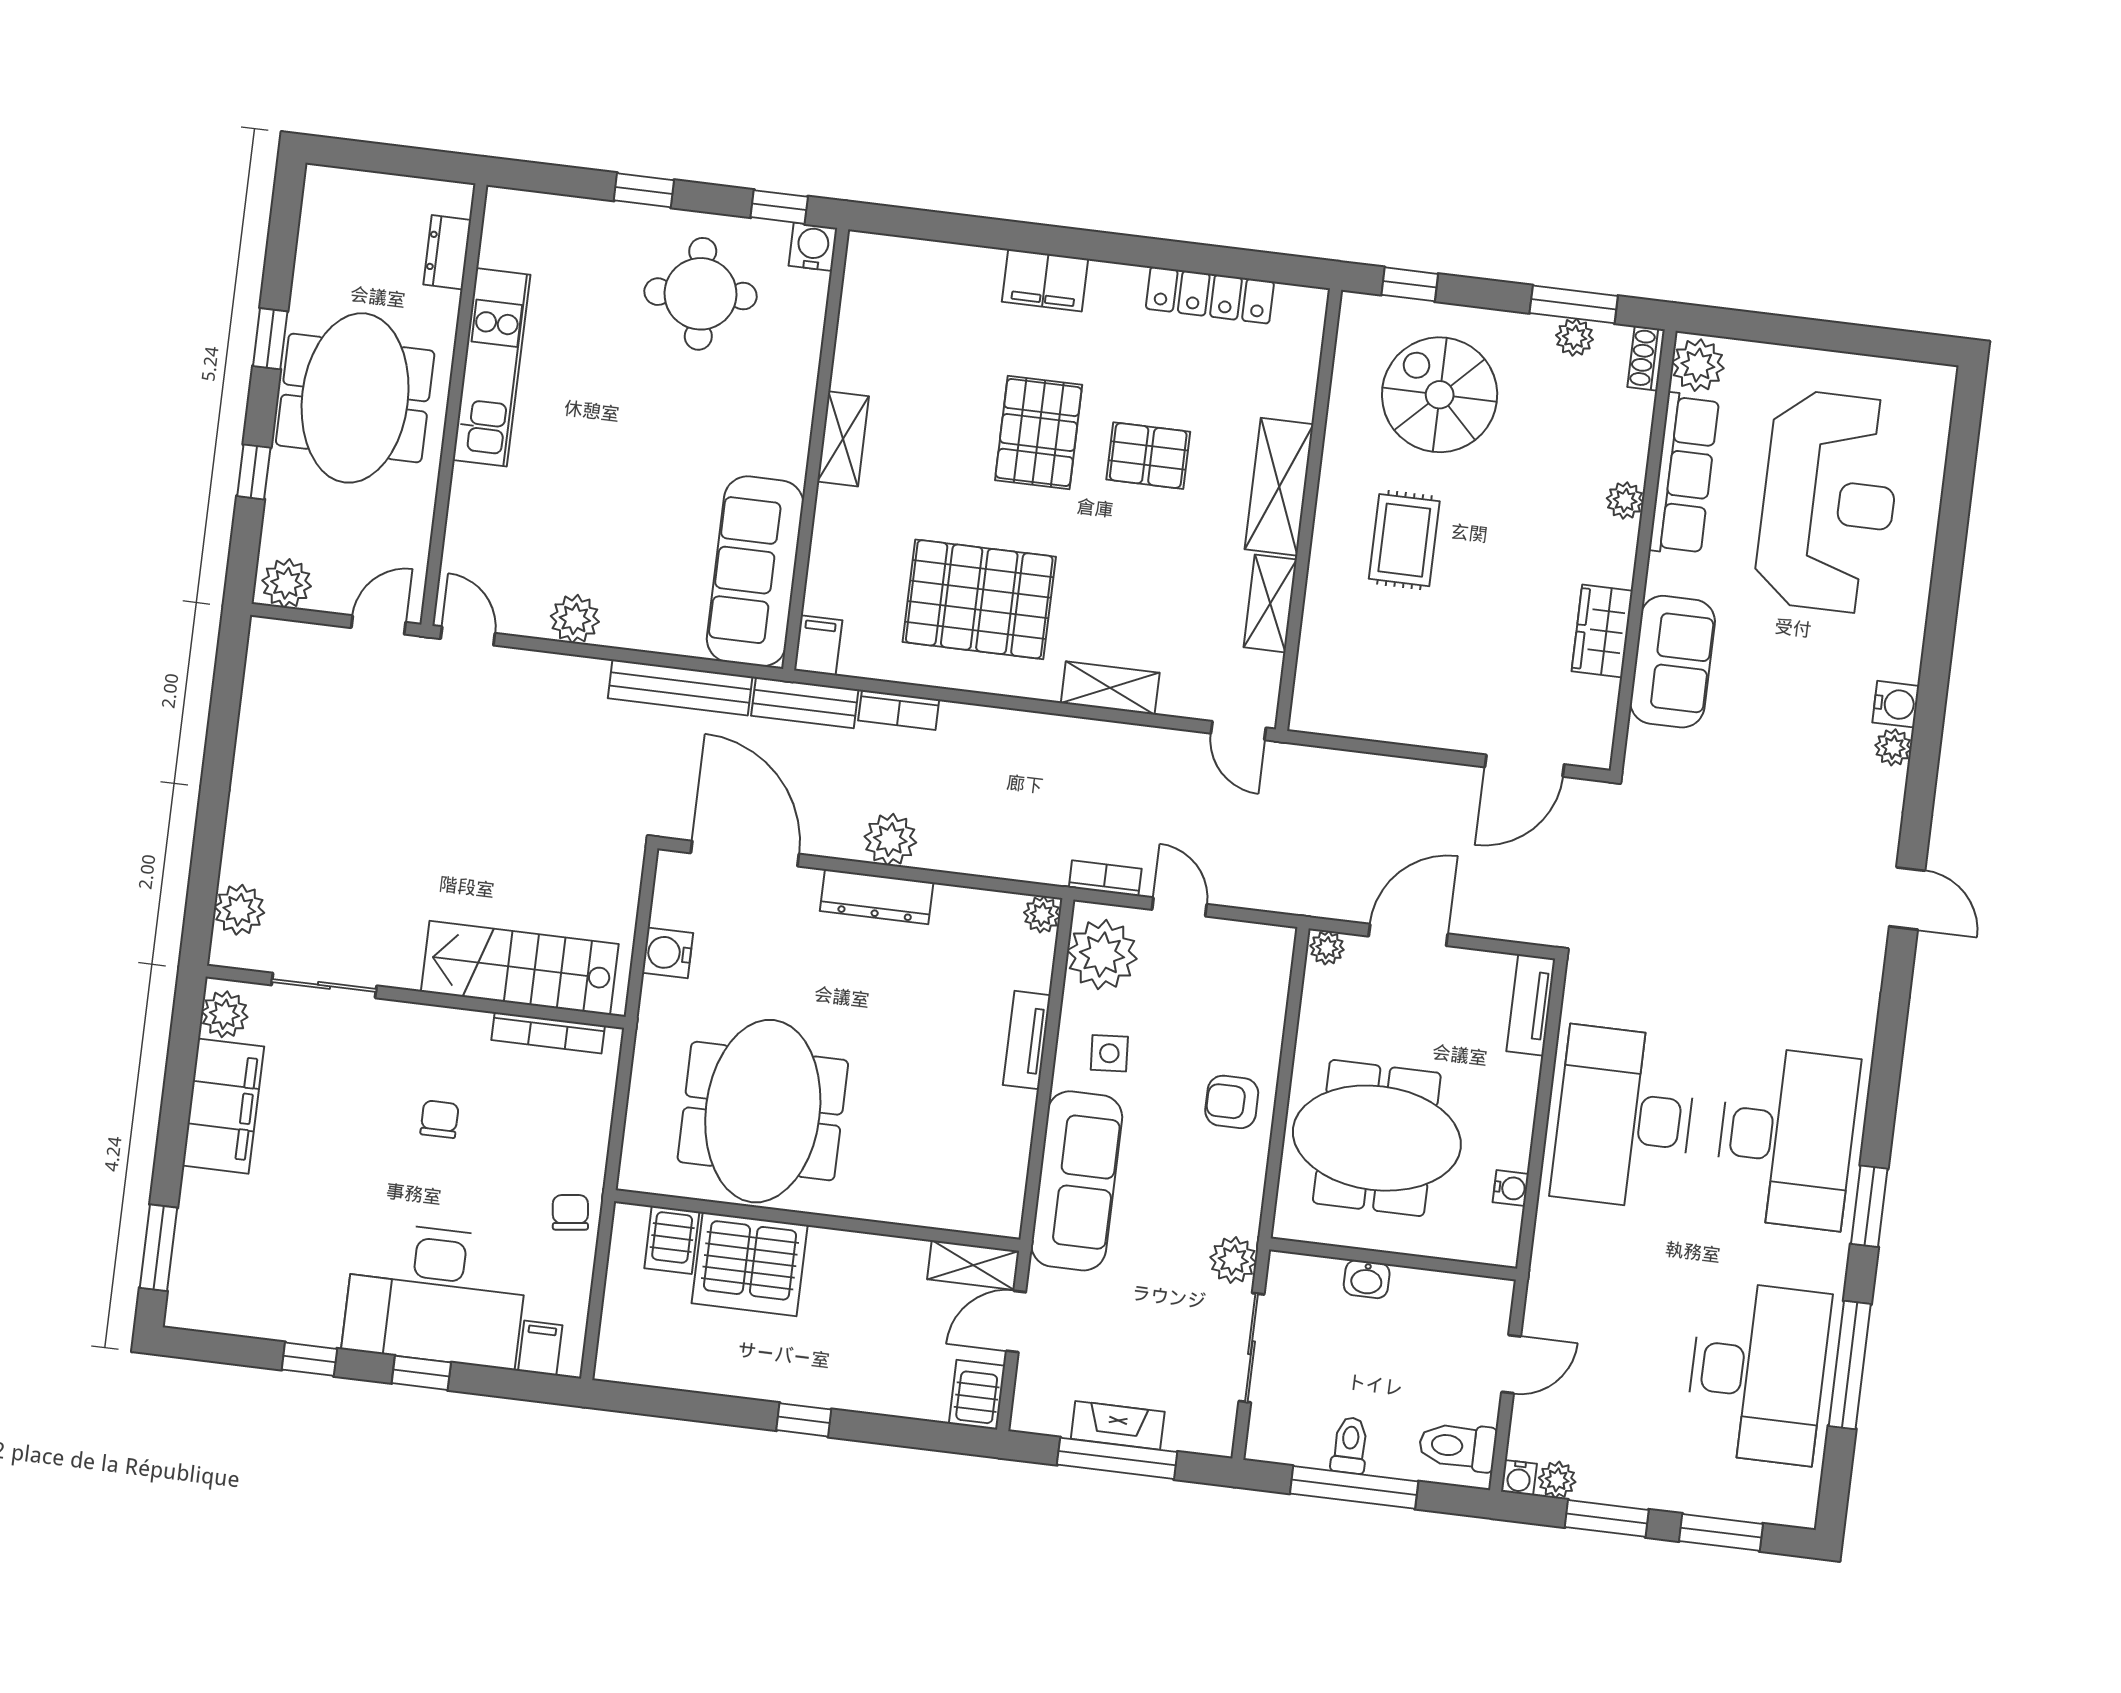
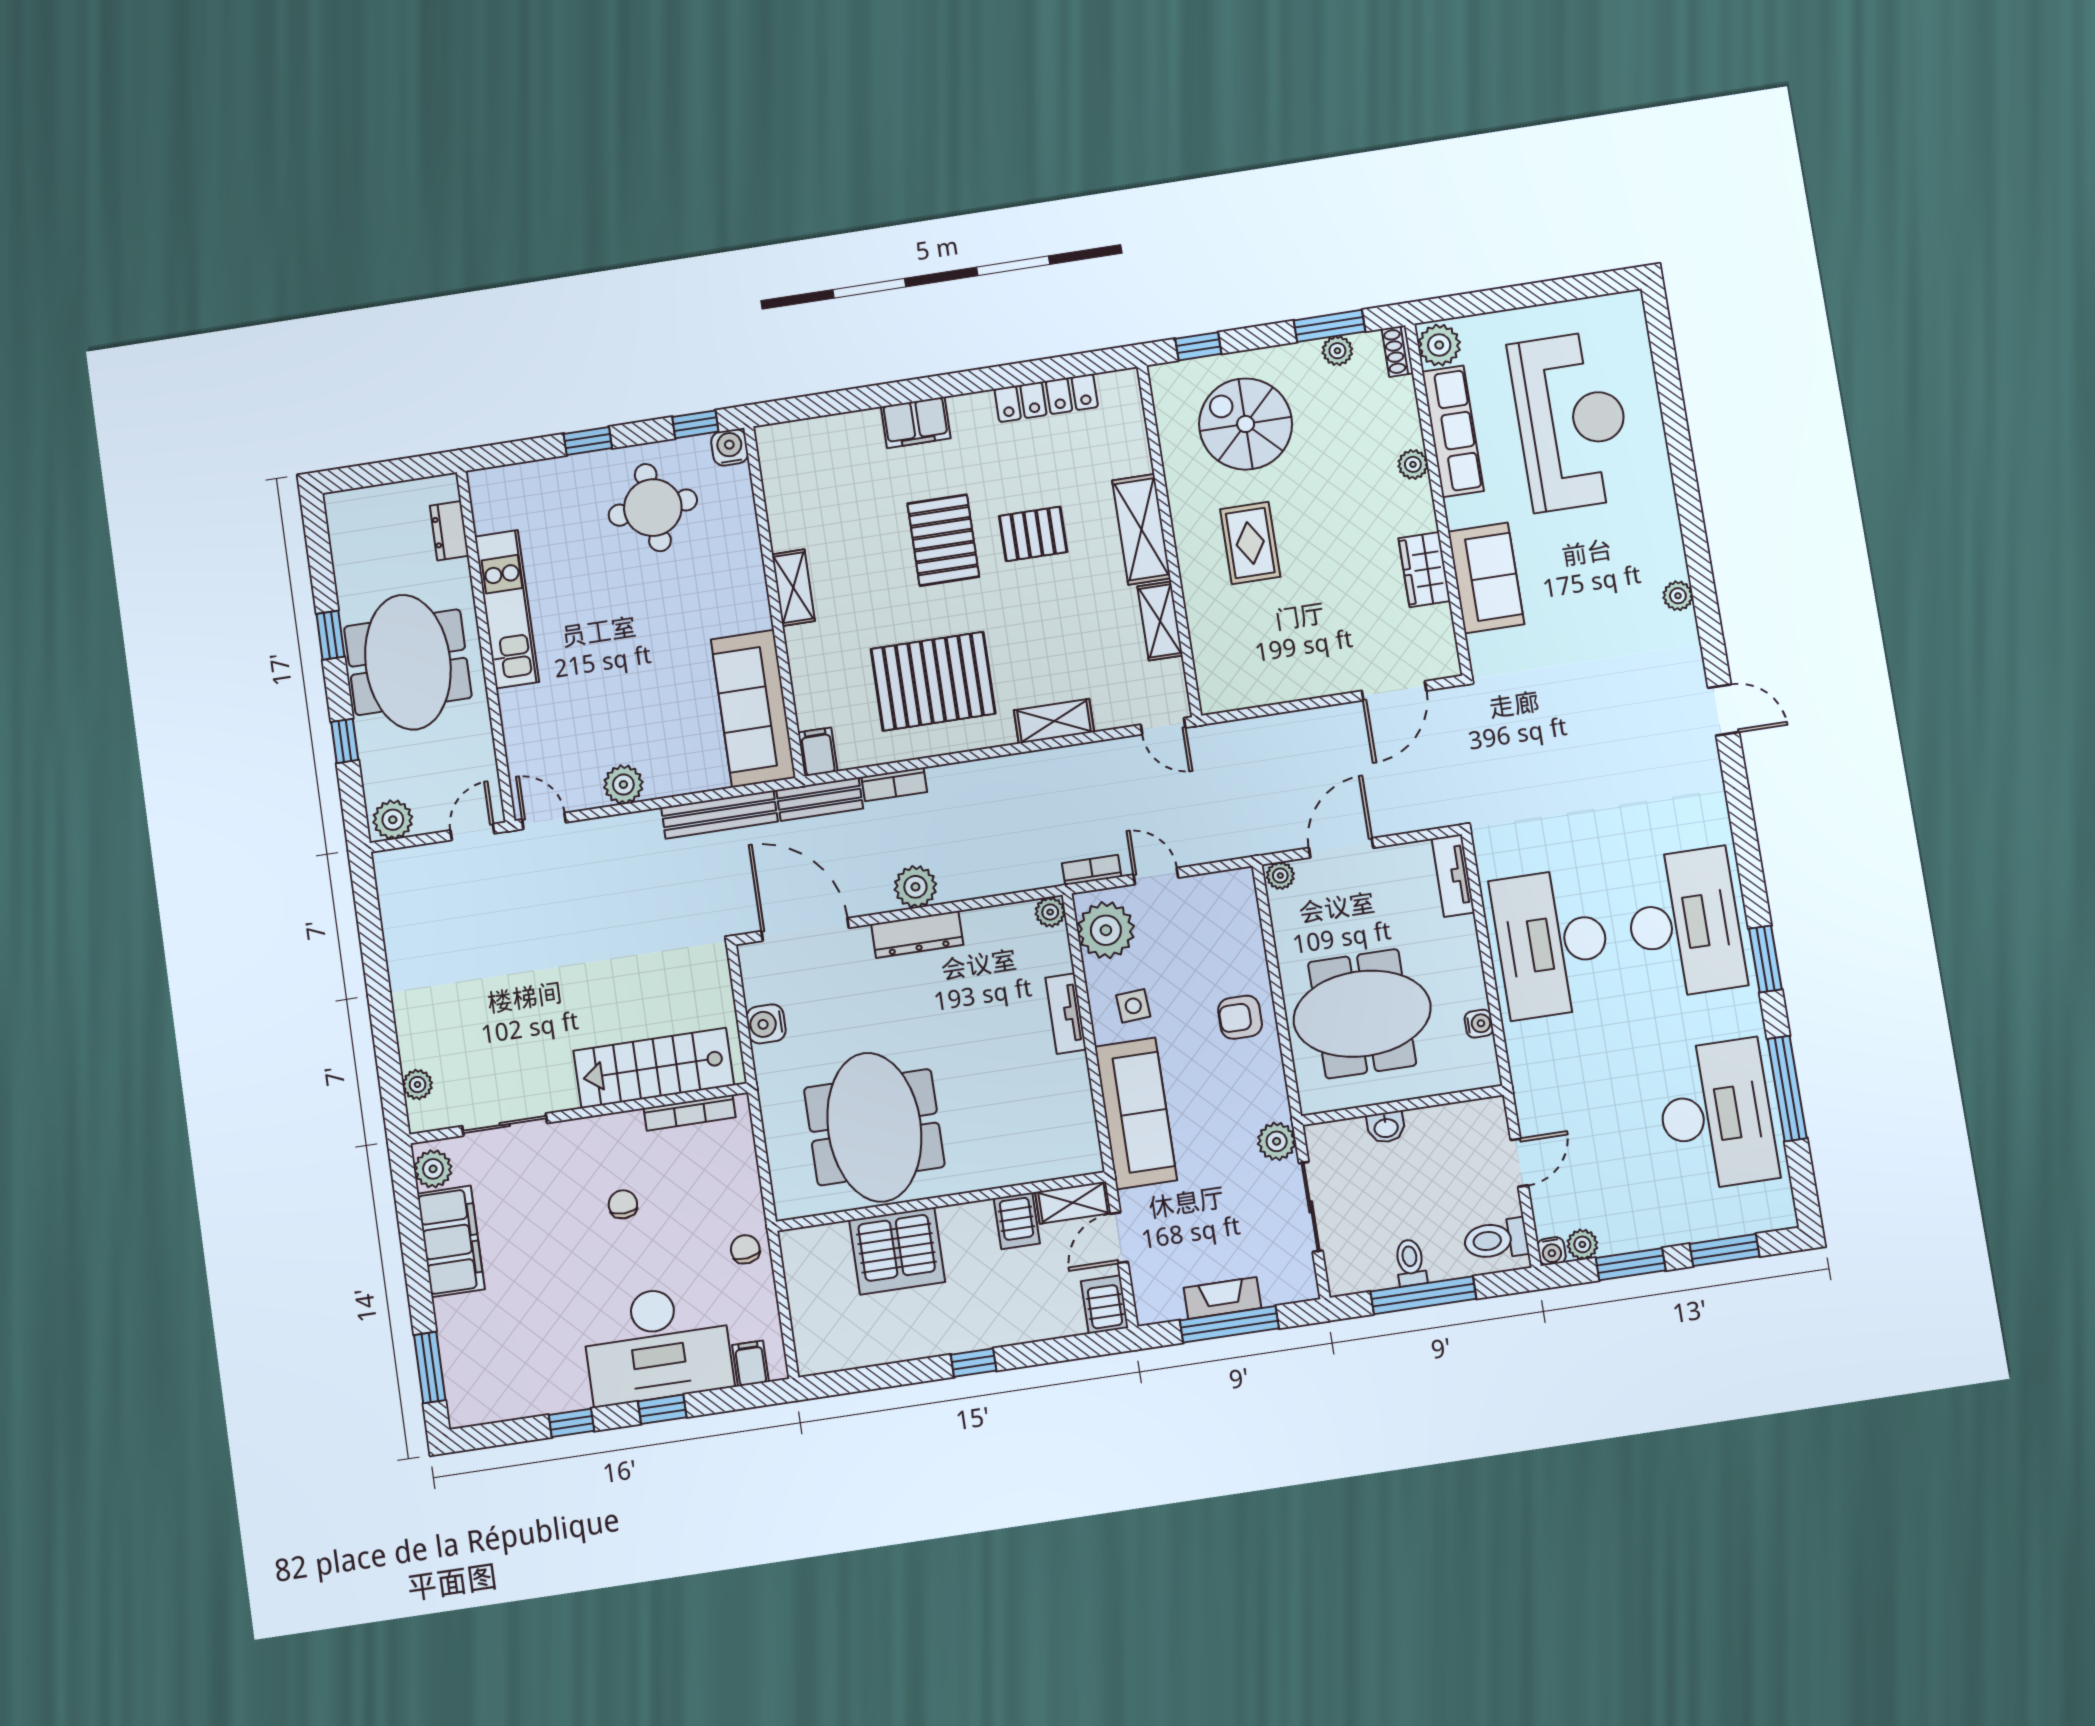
water cooler: (1896, 704) -> (1670, 562), removed
plant: (239, 910) -> (417, 1085), width x0.73, depth x0.73
server rack: (672, 1240) -> (1017, 1221), moved

